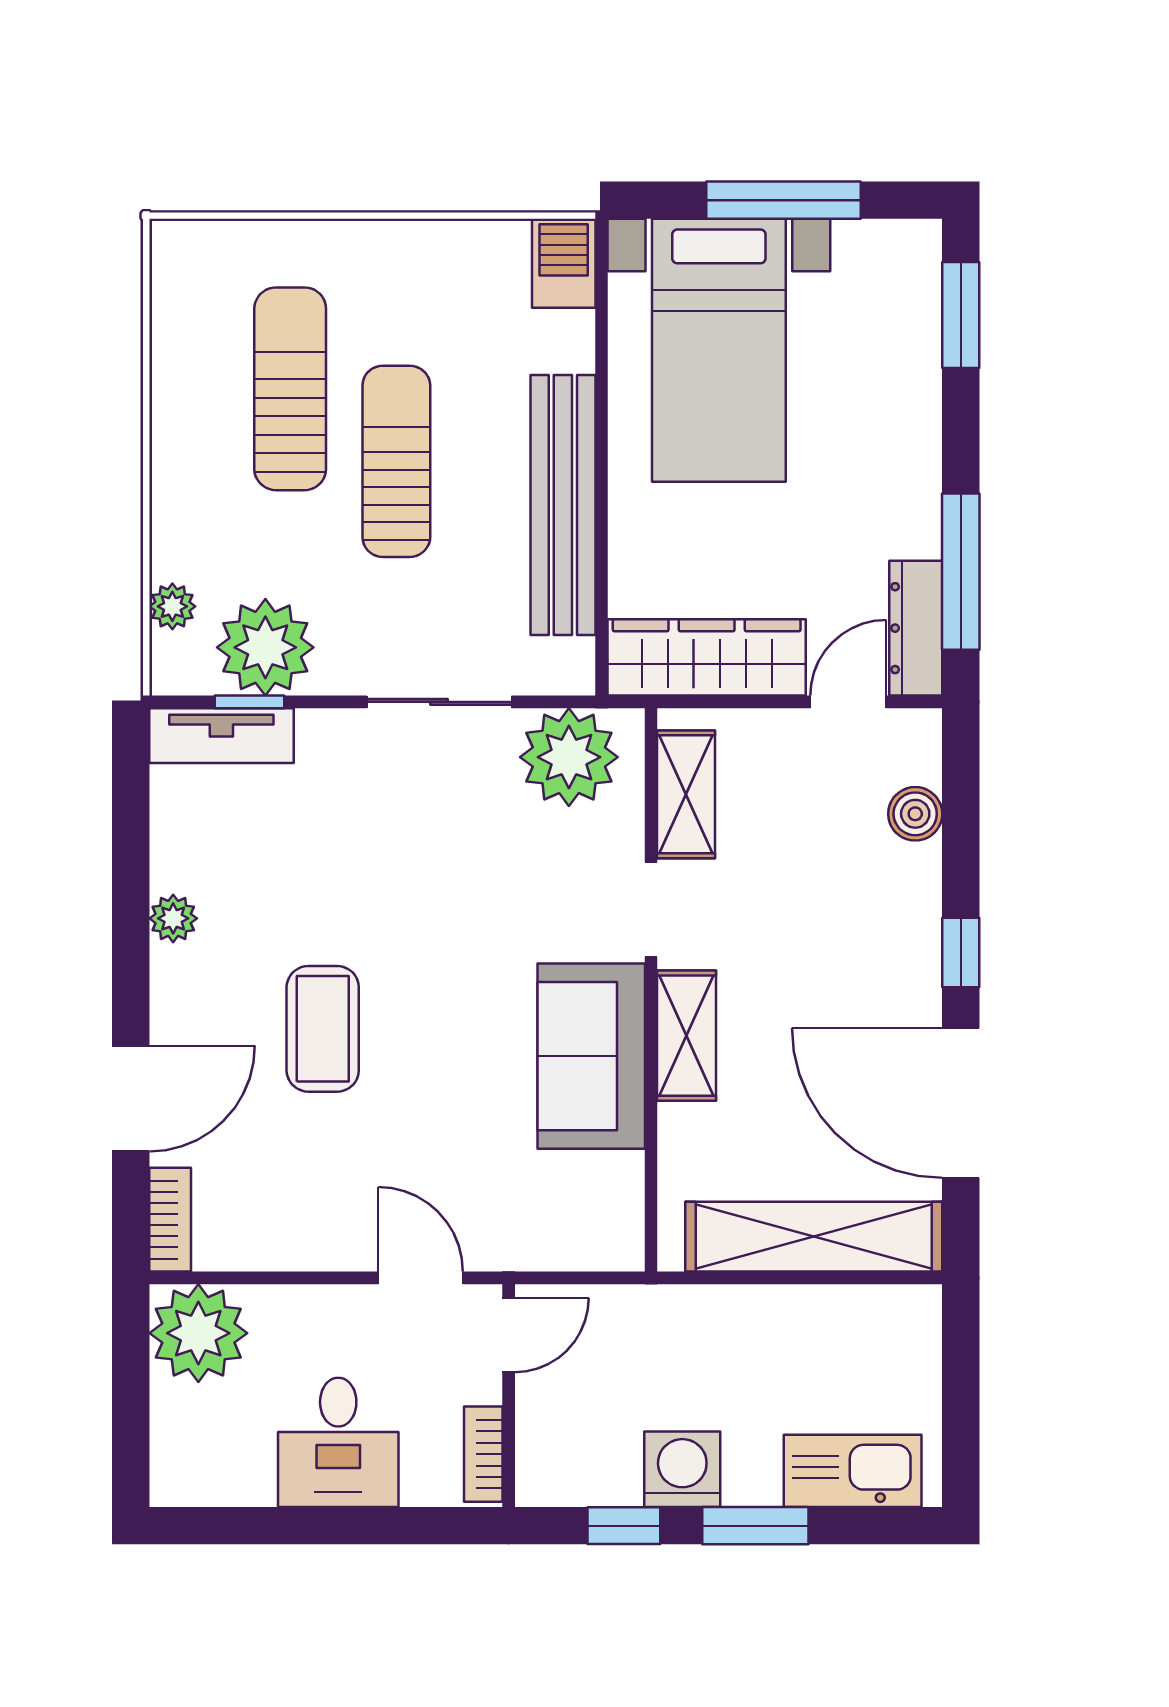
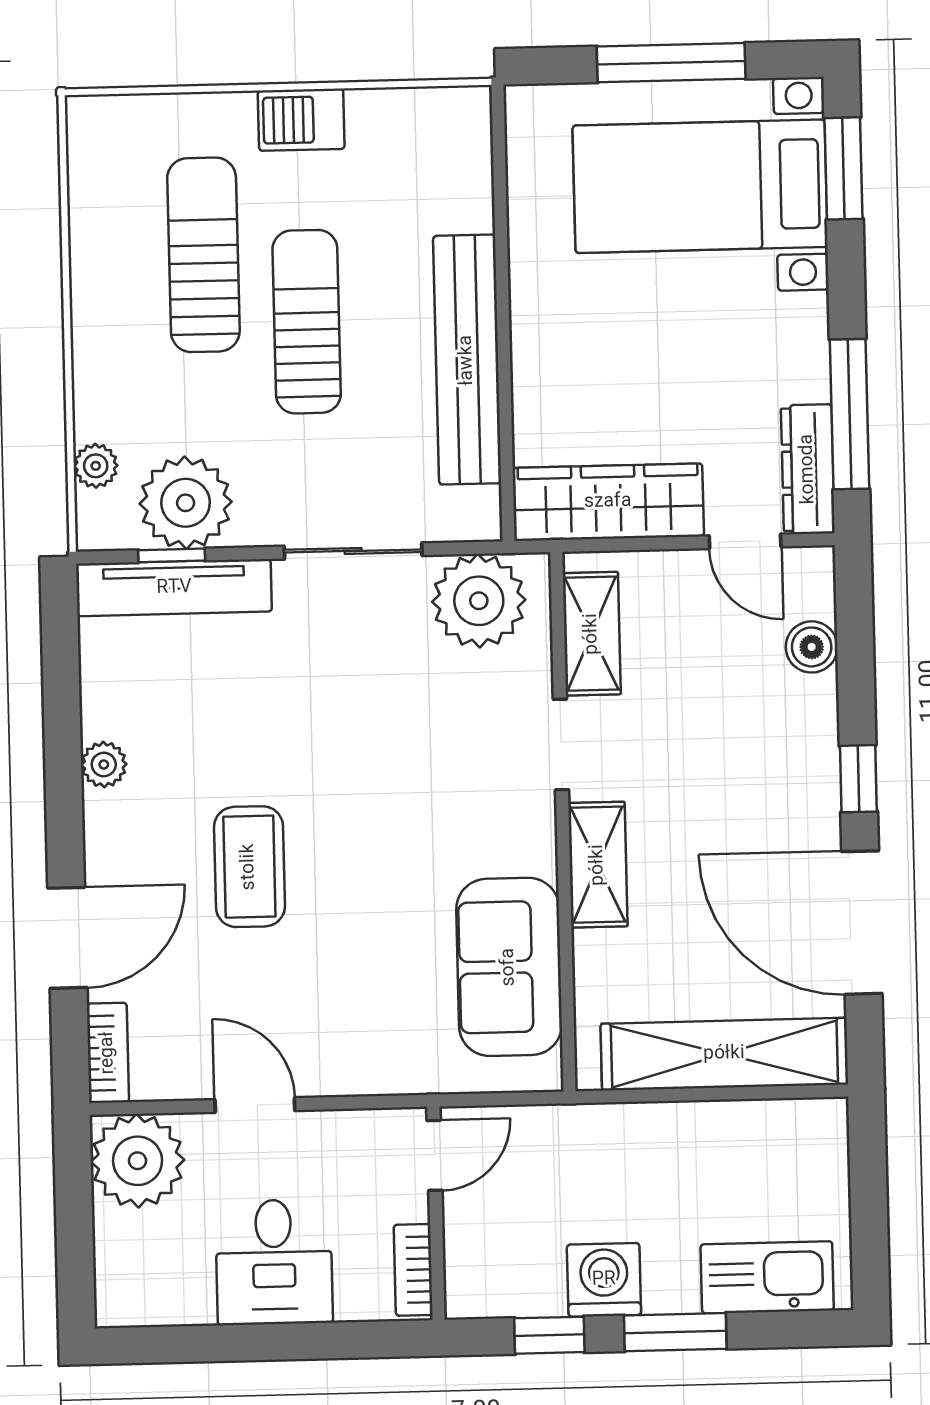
barbecue: (564, 263) -> (301, 120), moved, turned -90
bed with nightstands: (719, 350) -> (700, 186), moved, turned 90
door: (848, 702) -> (745, 541), swing flipped
tv unit: (221, 736) -> (174, 588), width x1.41
sofa: (591, 1056) -> (509, 967), moved
door: (421, 1278) -> (255, 1105), moved

